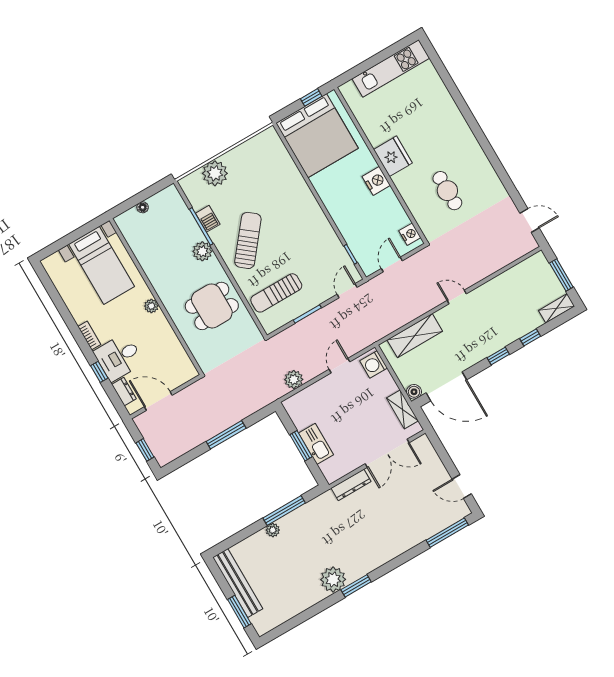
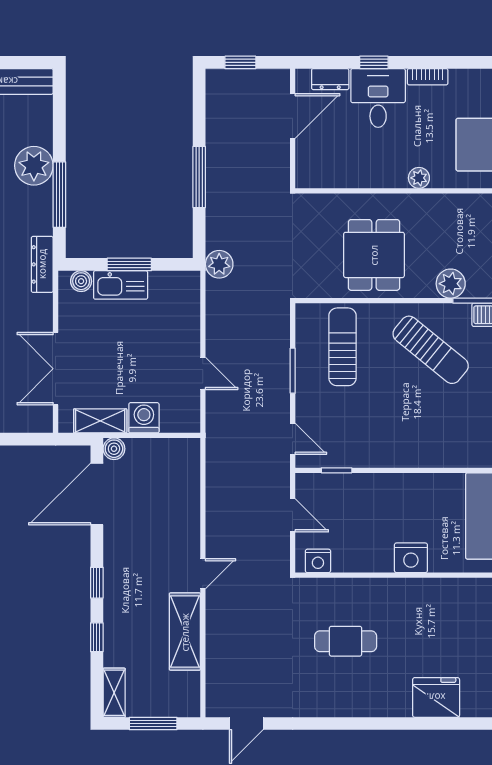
fridge: (393, 156) -> (436, 697), moved, turned 180
shelving: (415, 336) -> (185, 632), moved
washing machine: (374, 364) -> (144, 418), moved
plant: (294, 380) -> (219, 264), moved
boiler: (327, 468) -> (81, 281), added
dresser: (351, 485) -> (42, 264), moved
plant: (273, 530) -> (34, 166), width x1.88, depth x1.88

